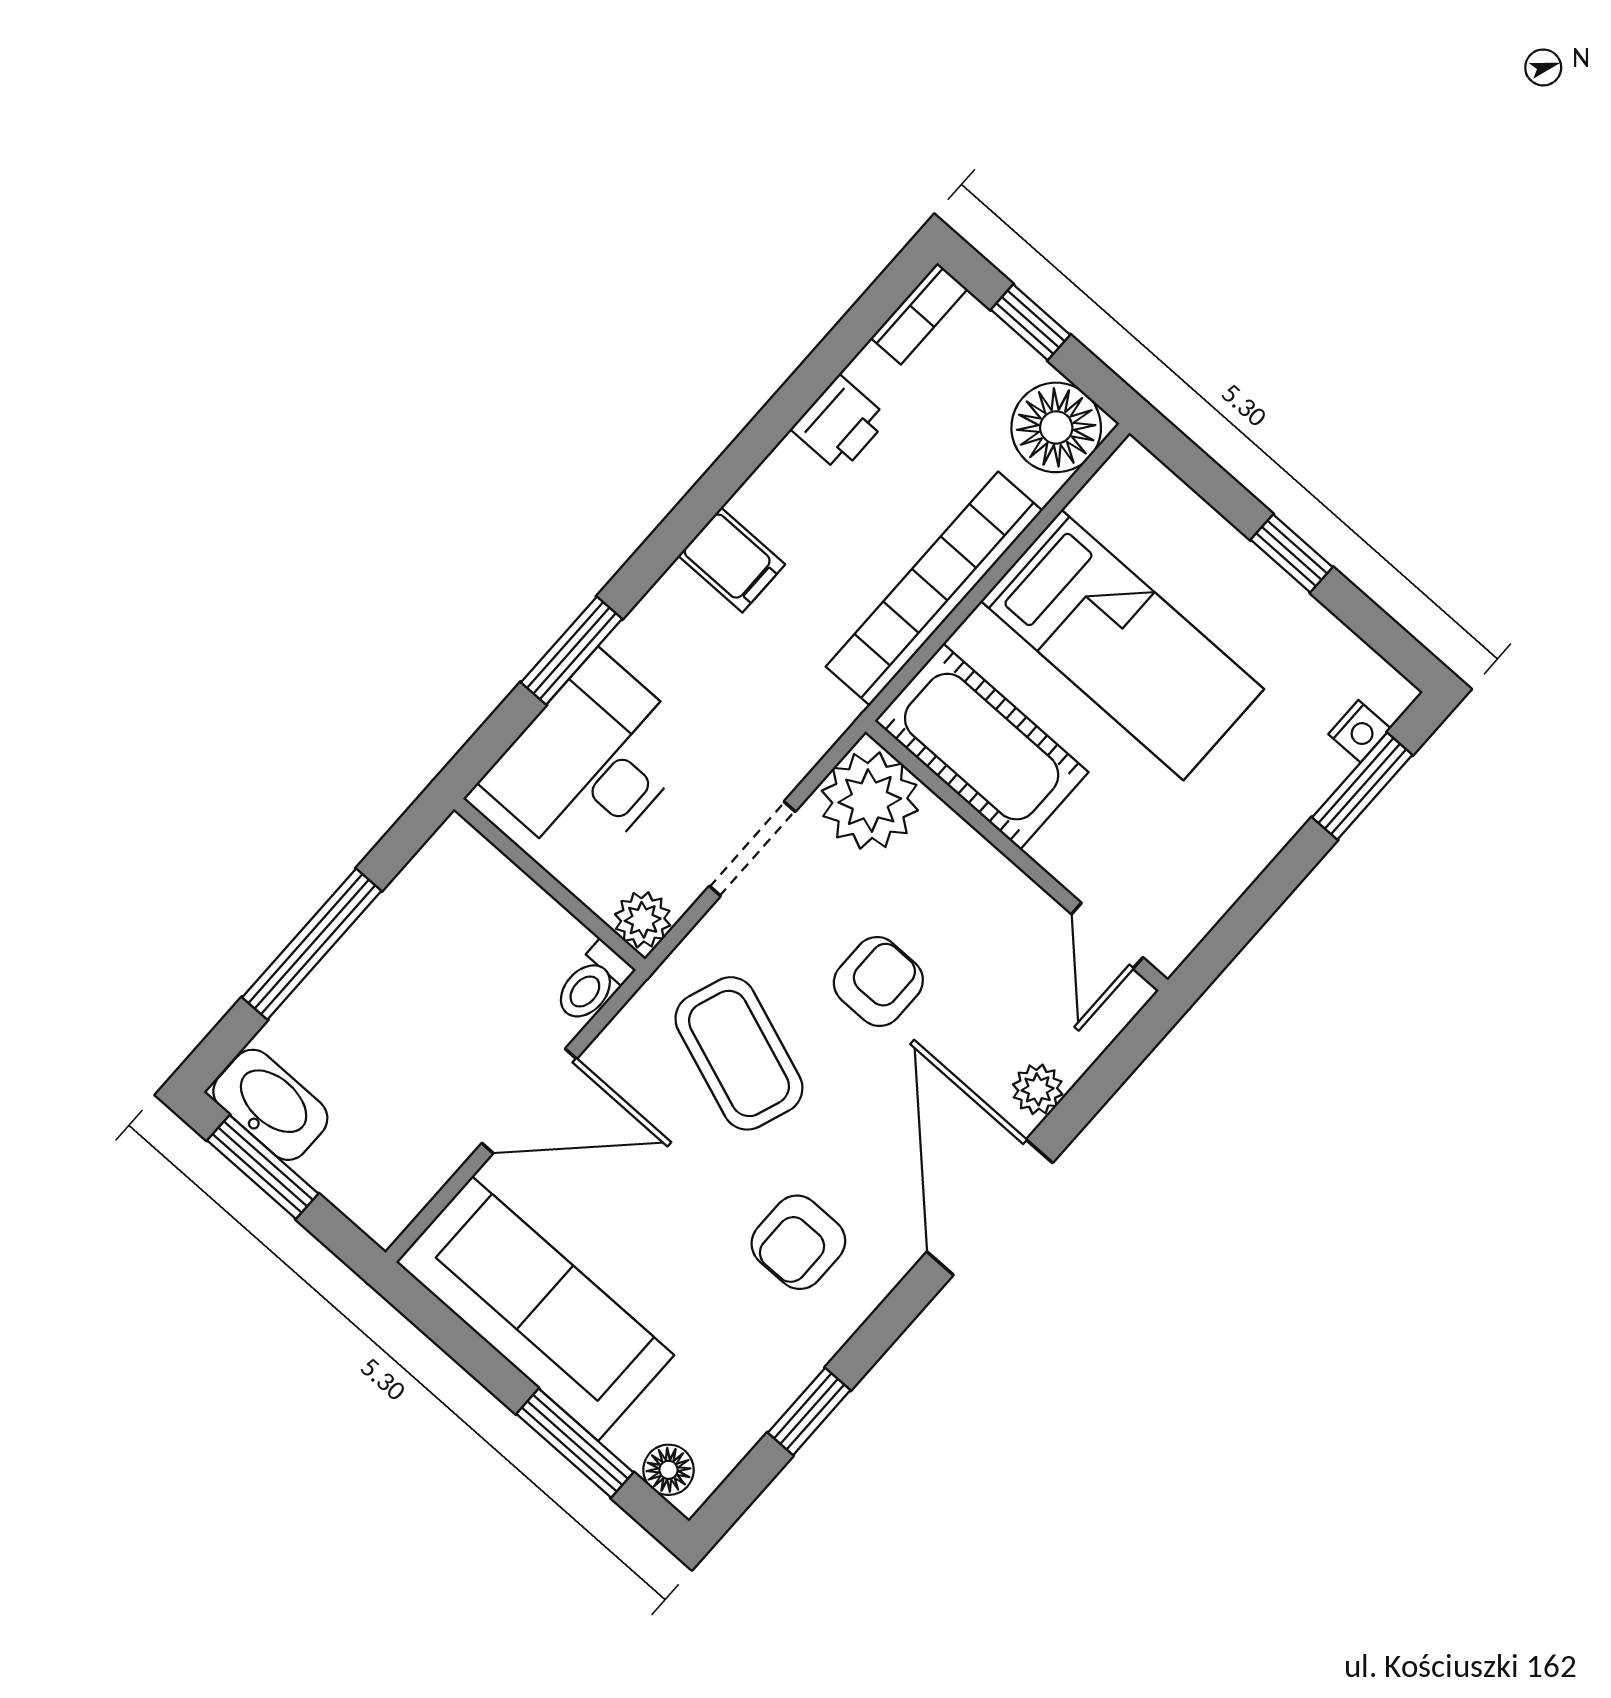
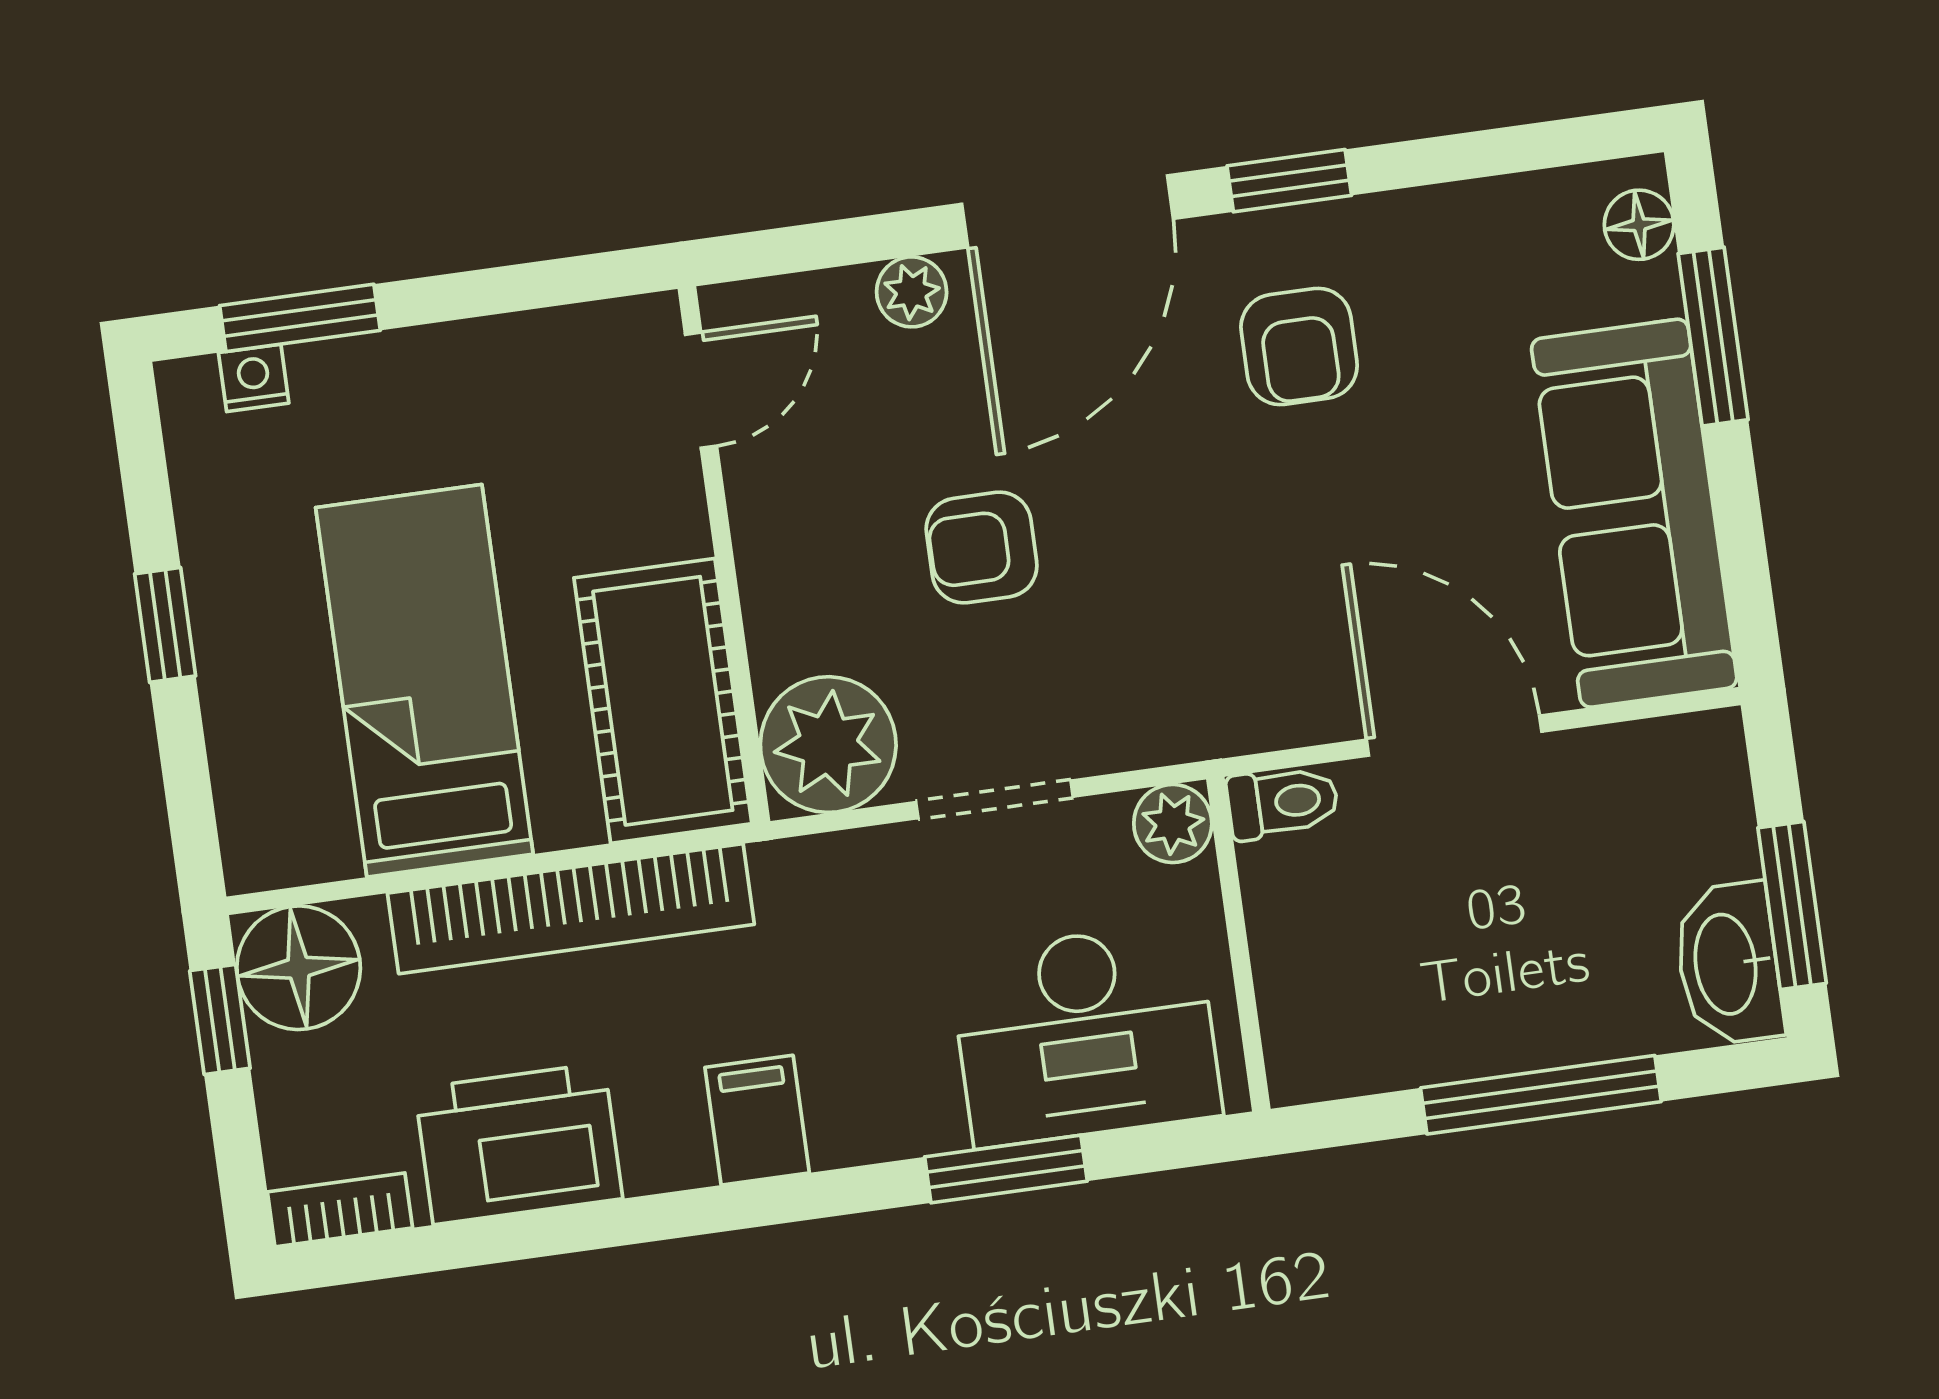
window: (1030, 322) -> (220, 1019), moved
printer: (840, 424) -> (519, 1144), width x1.87, depth x1.48
coffee table: (739, 1053) -> (1192, 597), removed
armchair: (798, 1242) -> (1299, 346), turned 90
window: (809, 1411) -> (1289, 181), moved

